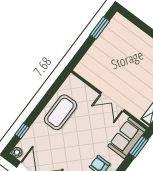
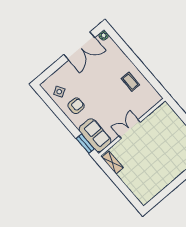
coffee table: (61, 112) -> (130, 82), width x0.54, depth x0.58
window: (22, 131) -> (122, 44), removed

